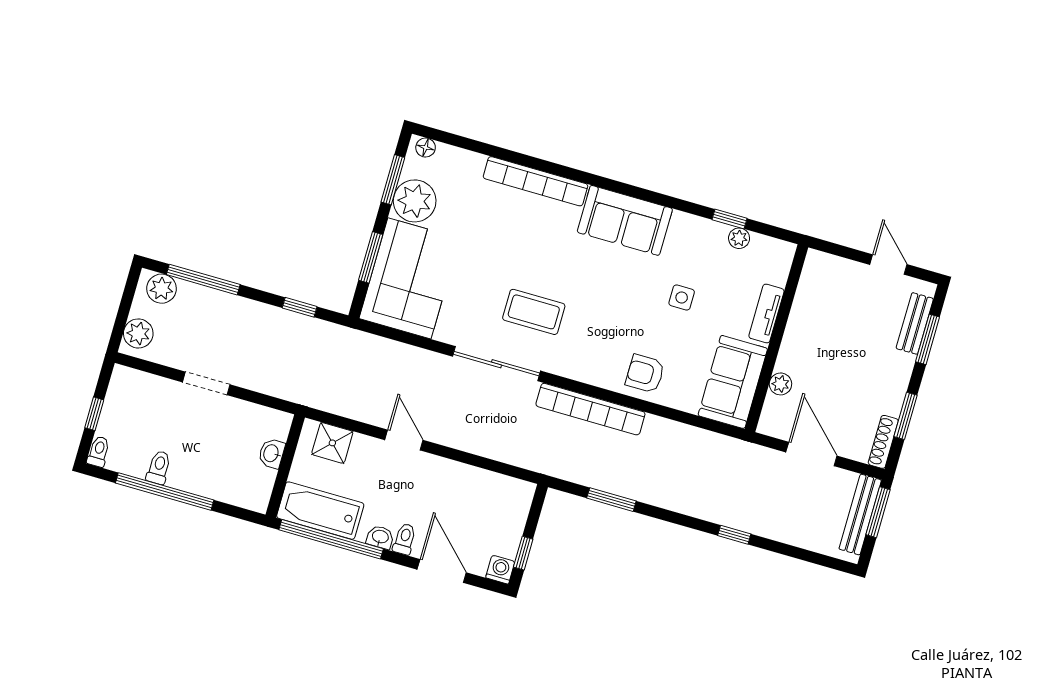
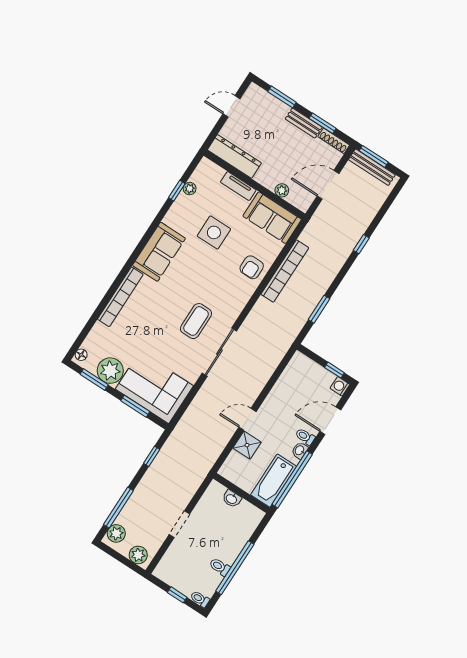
dresser: (811, 293) -> (234, 156), added
side table: (682, 297) -> (214, 232), width x1.87, depth x1.87
bench: (915, 323) -> (304, 123), moved
bookcase: (590, 409) -> (285, 271), moved
shower: (332, 443) -> (247, 445), moved

